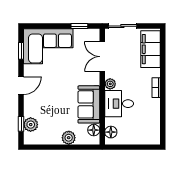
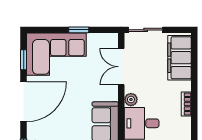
window: (79, 26) -> (79, 30), moved
door: (21, 86) -> (24, 102), width x1.88

